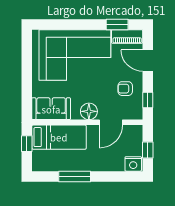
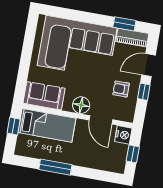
door: (148, 61) -> (149, 65), hinge flipped
window: (148, 100) -> (144, 92), moved
door: (111, 122) -> (101, 120), hinge flipped
nightstand: (133, 164) -> (123, 135), moved, turned -90

